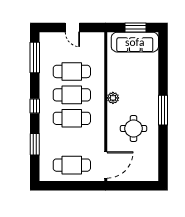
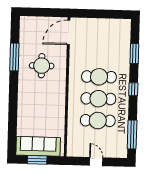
plant: (113, 98) -> (60, 95), removed
window: (163, 110) -> (14, 57), moved
cafe table: (72, 165) -> (100, 33), removed

